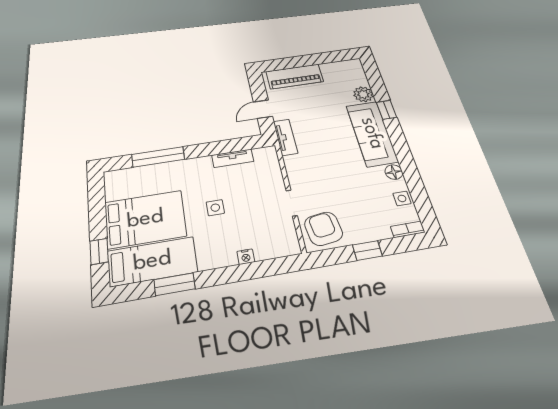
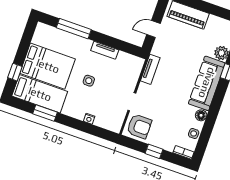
tv unit: (285, 137) -> (150, 69), moved
tv unit: (233, 158) -> (105, 50), moved
armchair: (323, 229) -> (139, 126), turned 98

